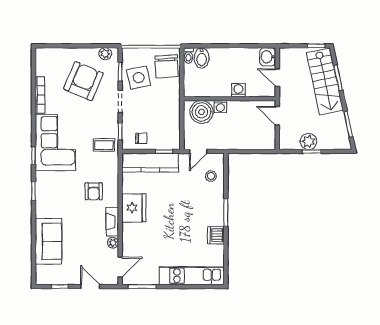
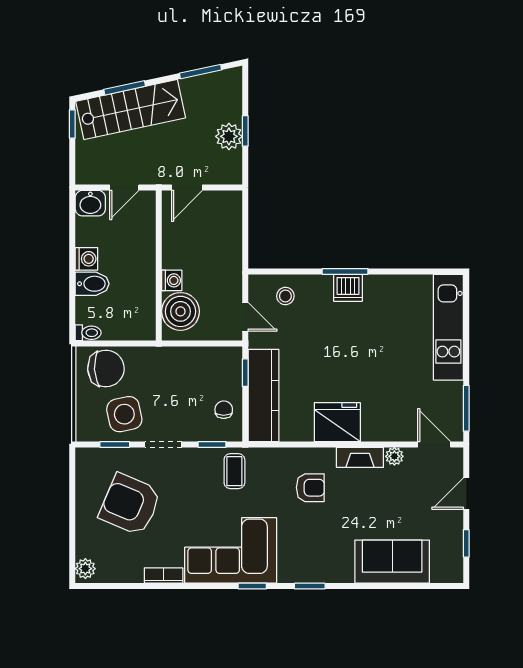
plant: (105, 54) -> (85, 569), moved
bidet: (202, 58) -> (92, 284), moved
washing machine: (238, 90) -> (86, 259), moved, turned 180
bookcase: (40, 95) -> (164, 576), width x0.64
dishwasher: (216, 235) -> (348, 288), moved

